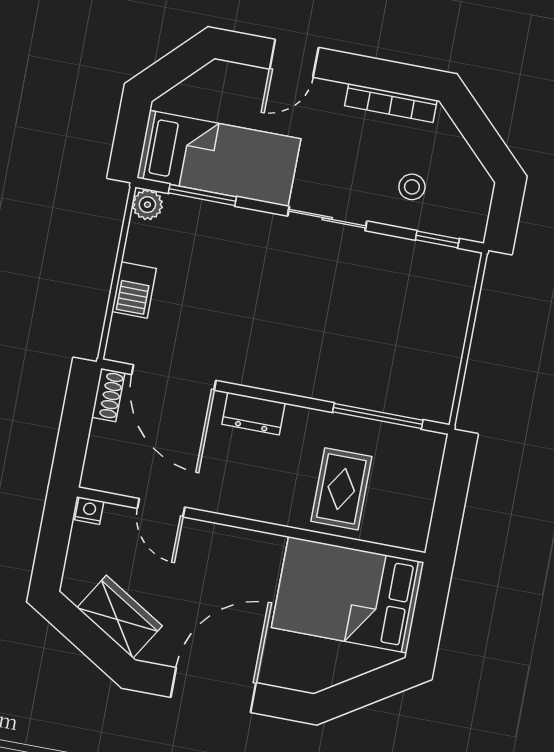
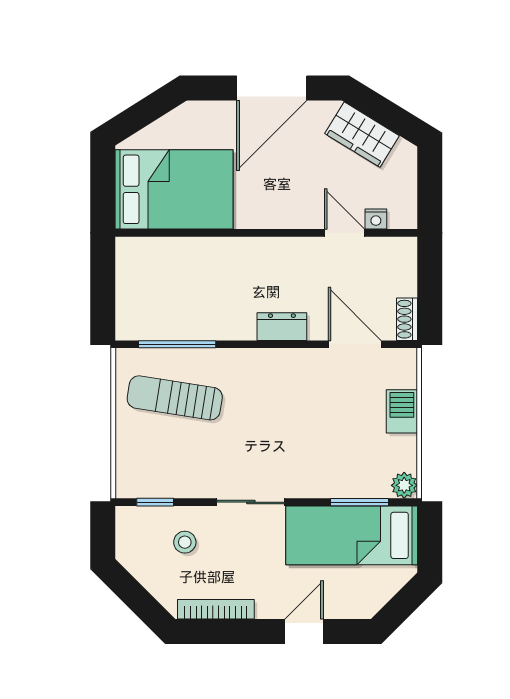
sun lounger: (392, 355) -> (175, 398), added
door: (174, 377) -> (355, 344), width x0.73
rug: (341, 489) -> (196, 277), removed
nightstand: (89, 511) -> (376, 219), moved

